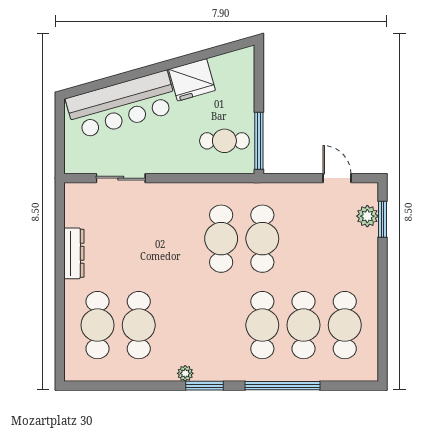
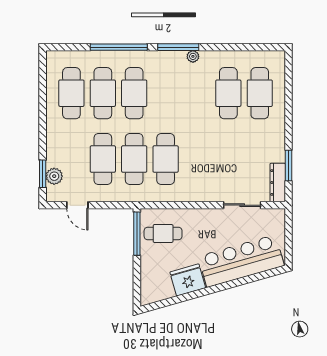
window: (60, 230) -> (288, 166), added
cafe table: (304, 239) -> (103, 159), added
dresser: (74, 253) -> (278, 183), moved
window: (204, 386) -> (178, 47), width x1.44

